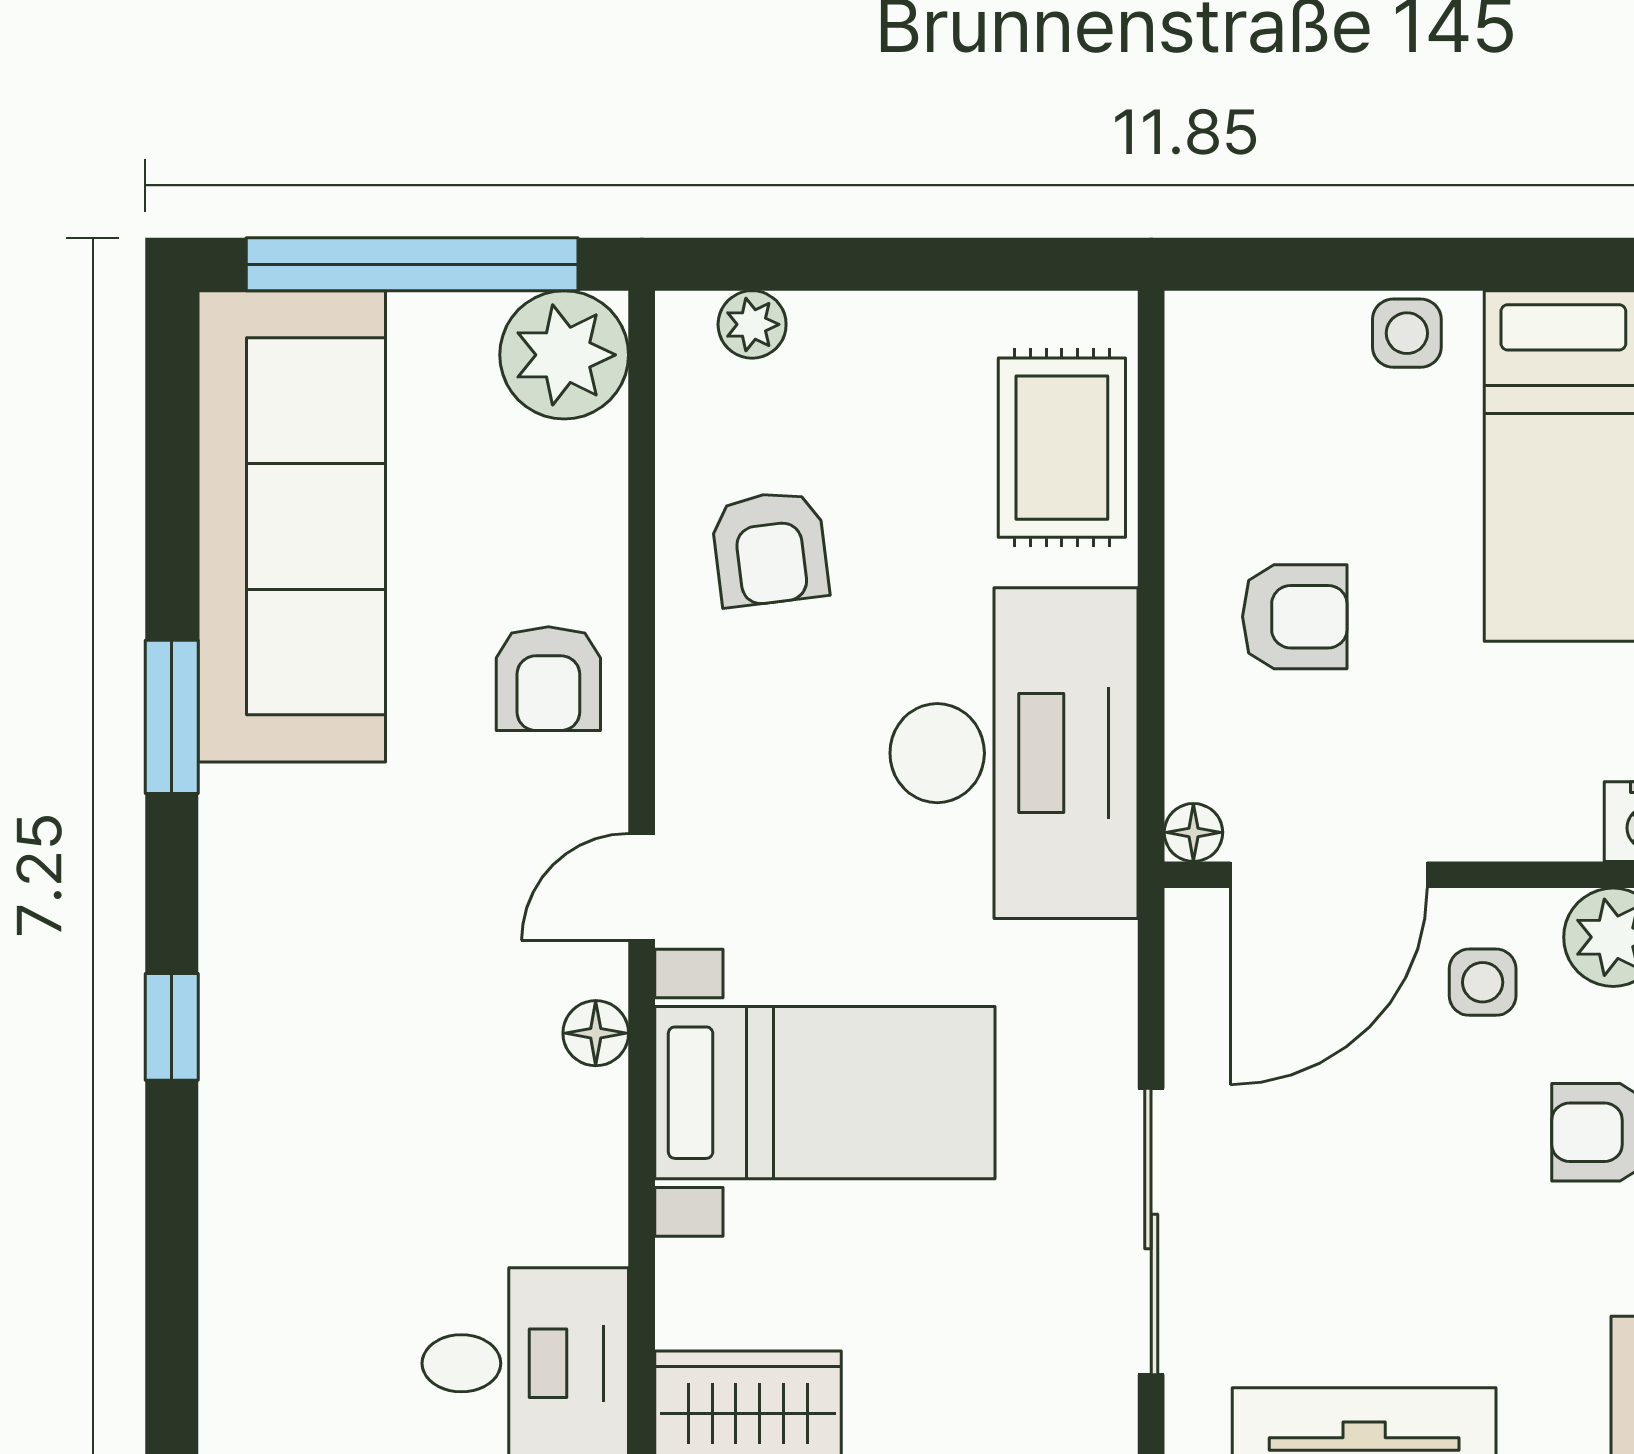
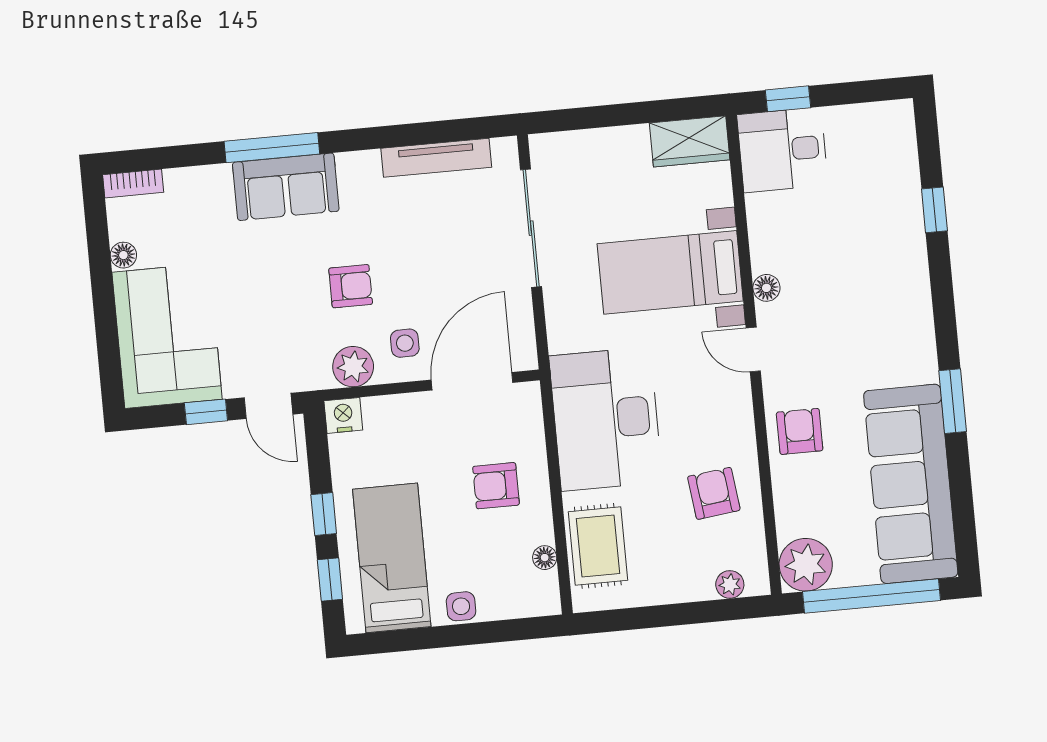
floor lamp: (1193, 832) -> (545, 558), moved
door: (642, 887) -> (753, 350), swing flipped
window: (172, 1027) -> (934, 210), moved

